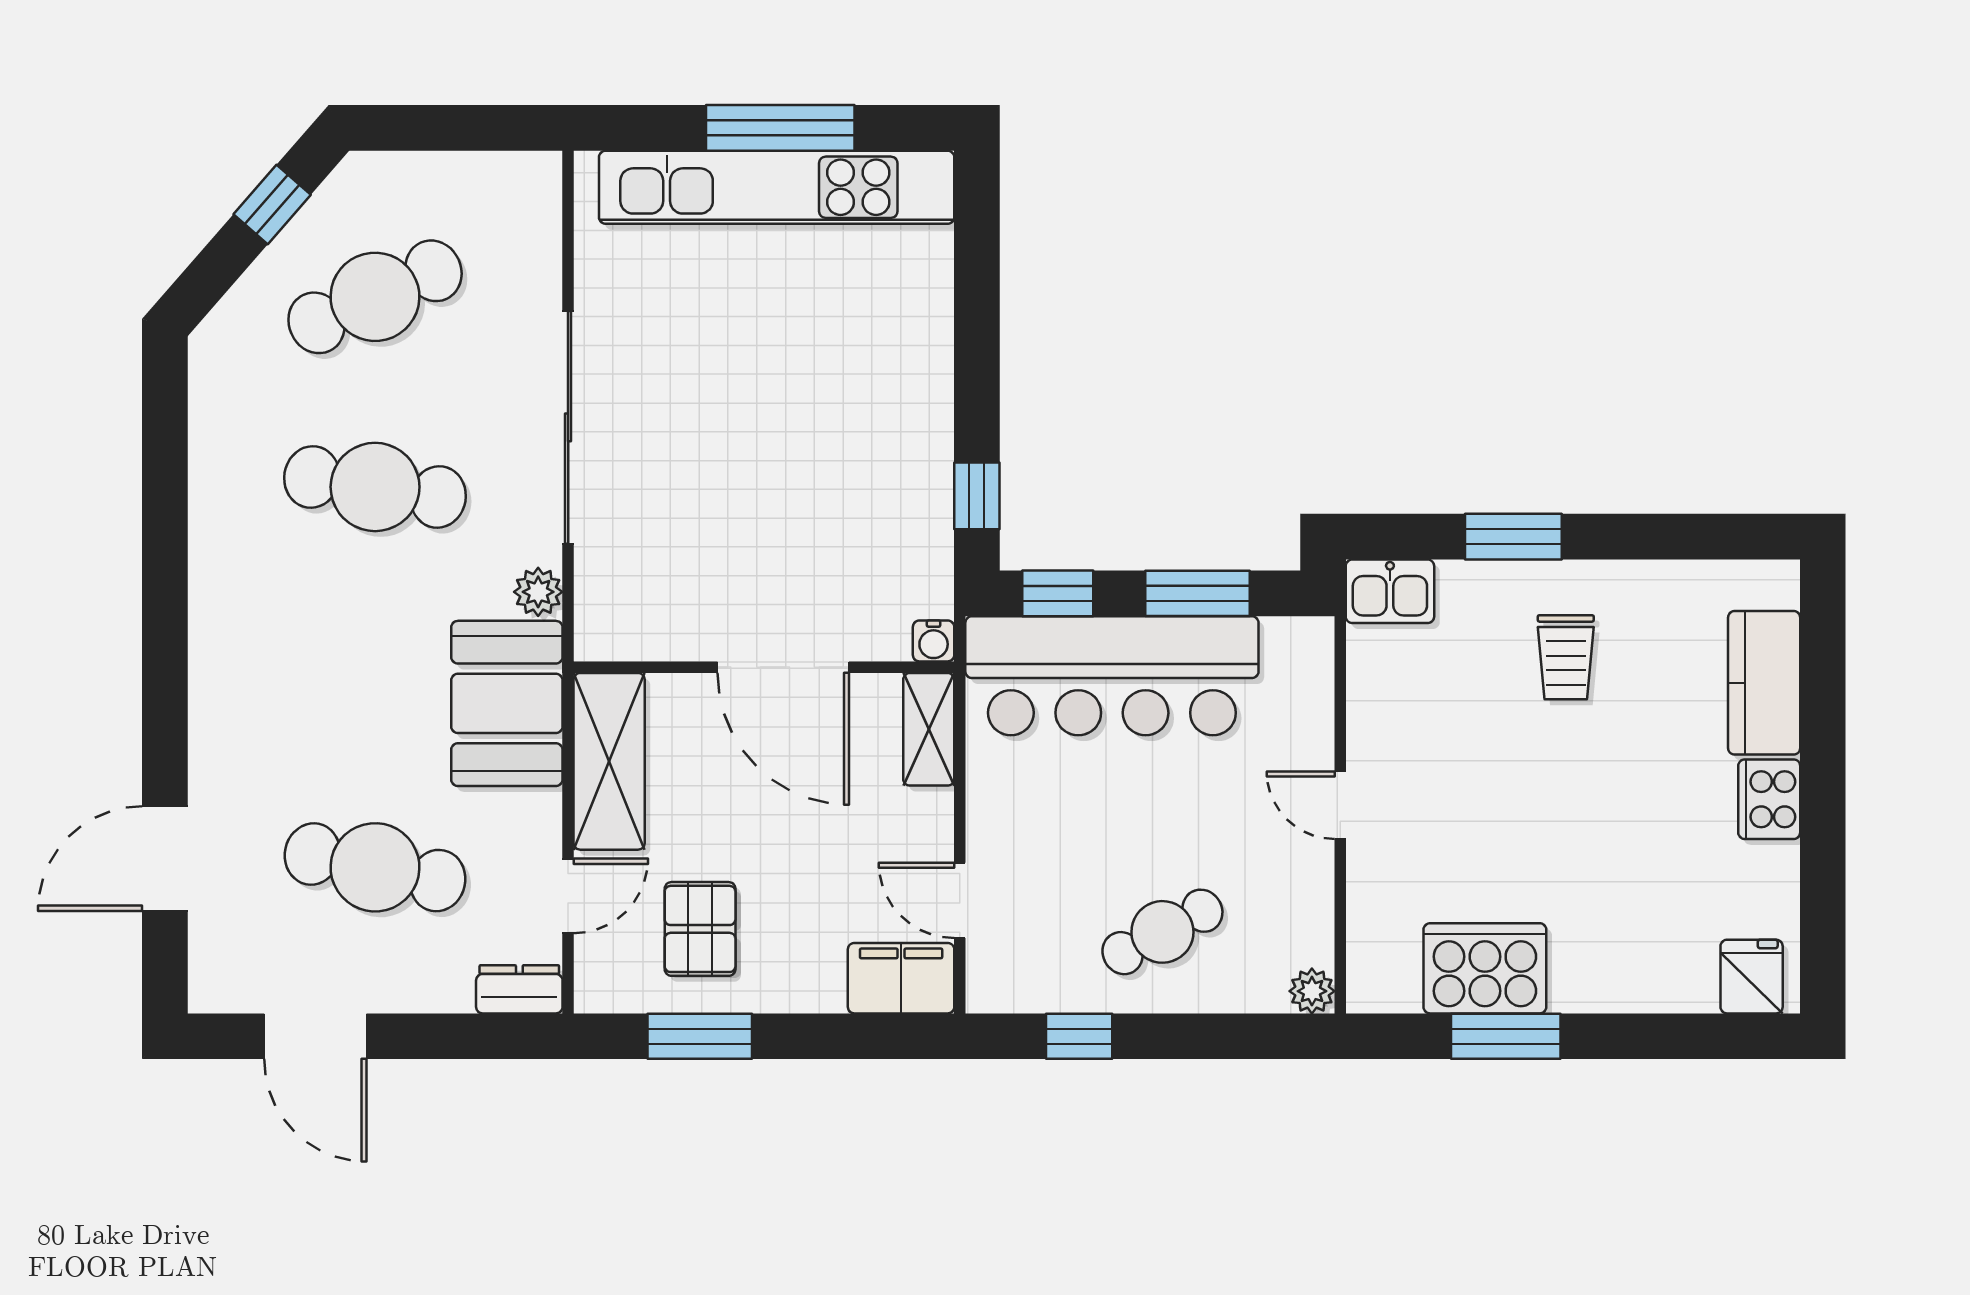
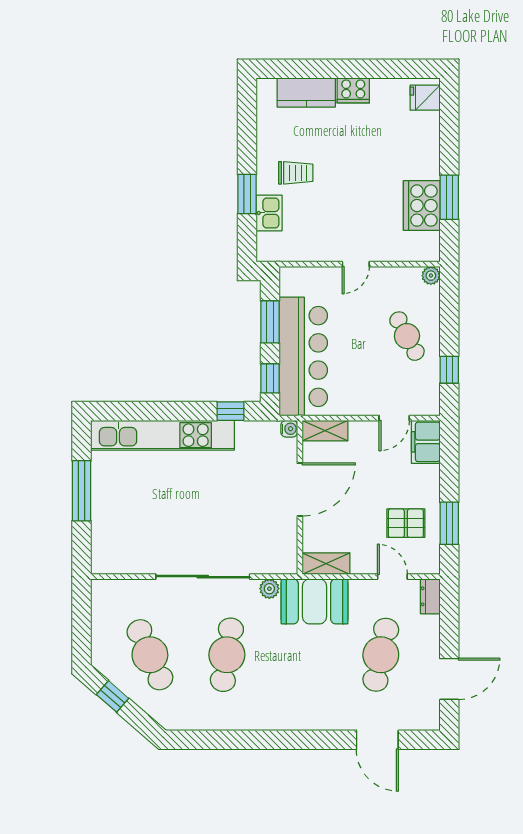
kitchen unit: (777, 187) -> (163, 435), moved, turned 90
kitchen sink: (1390, 591) -> (269, 213), moved
shelving: (609, 761) -> (326, 564), width x0.67, depth x0.75

